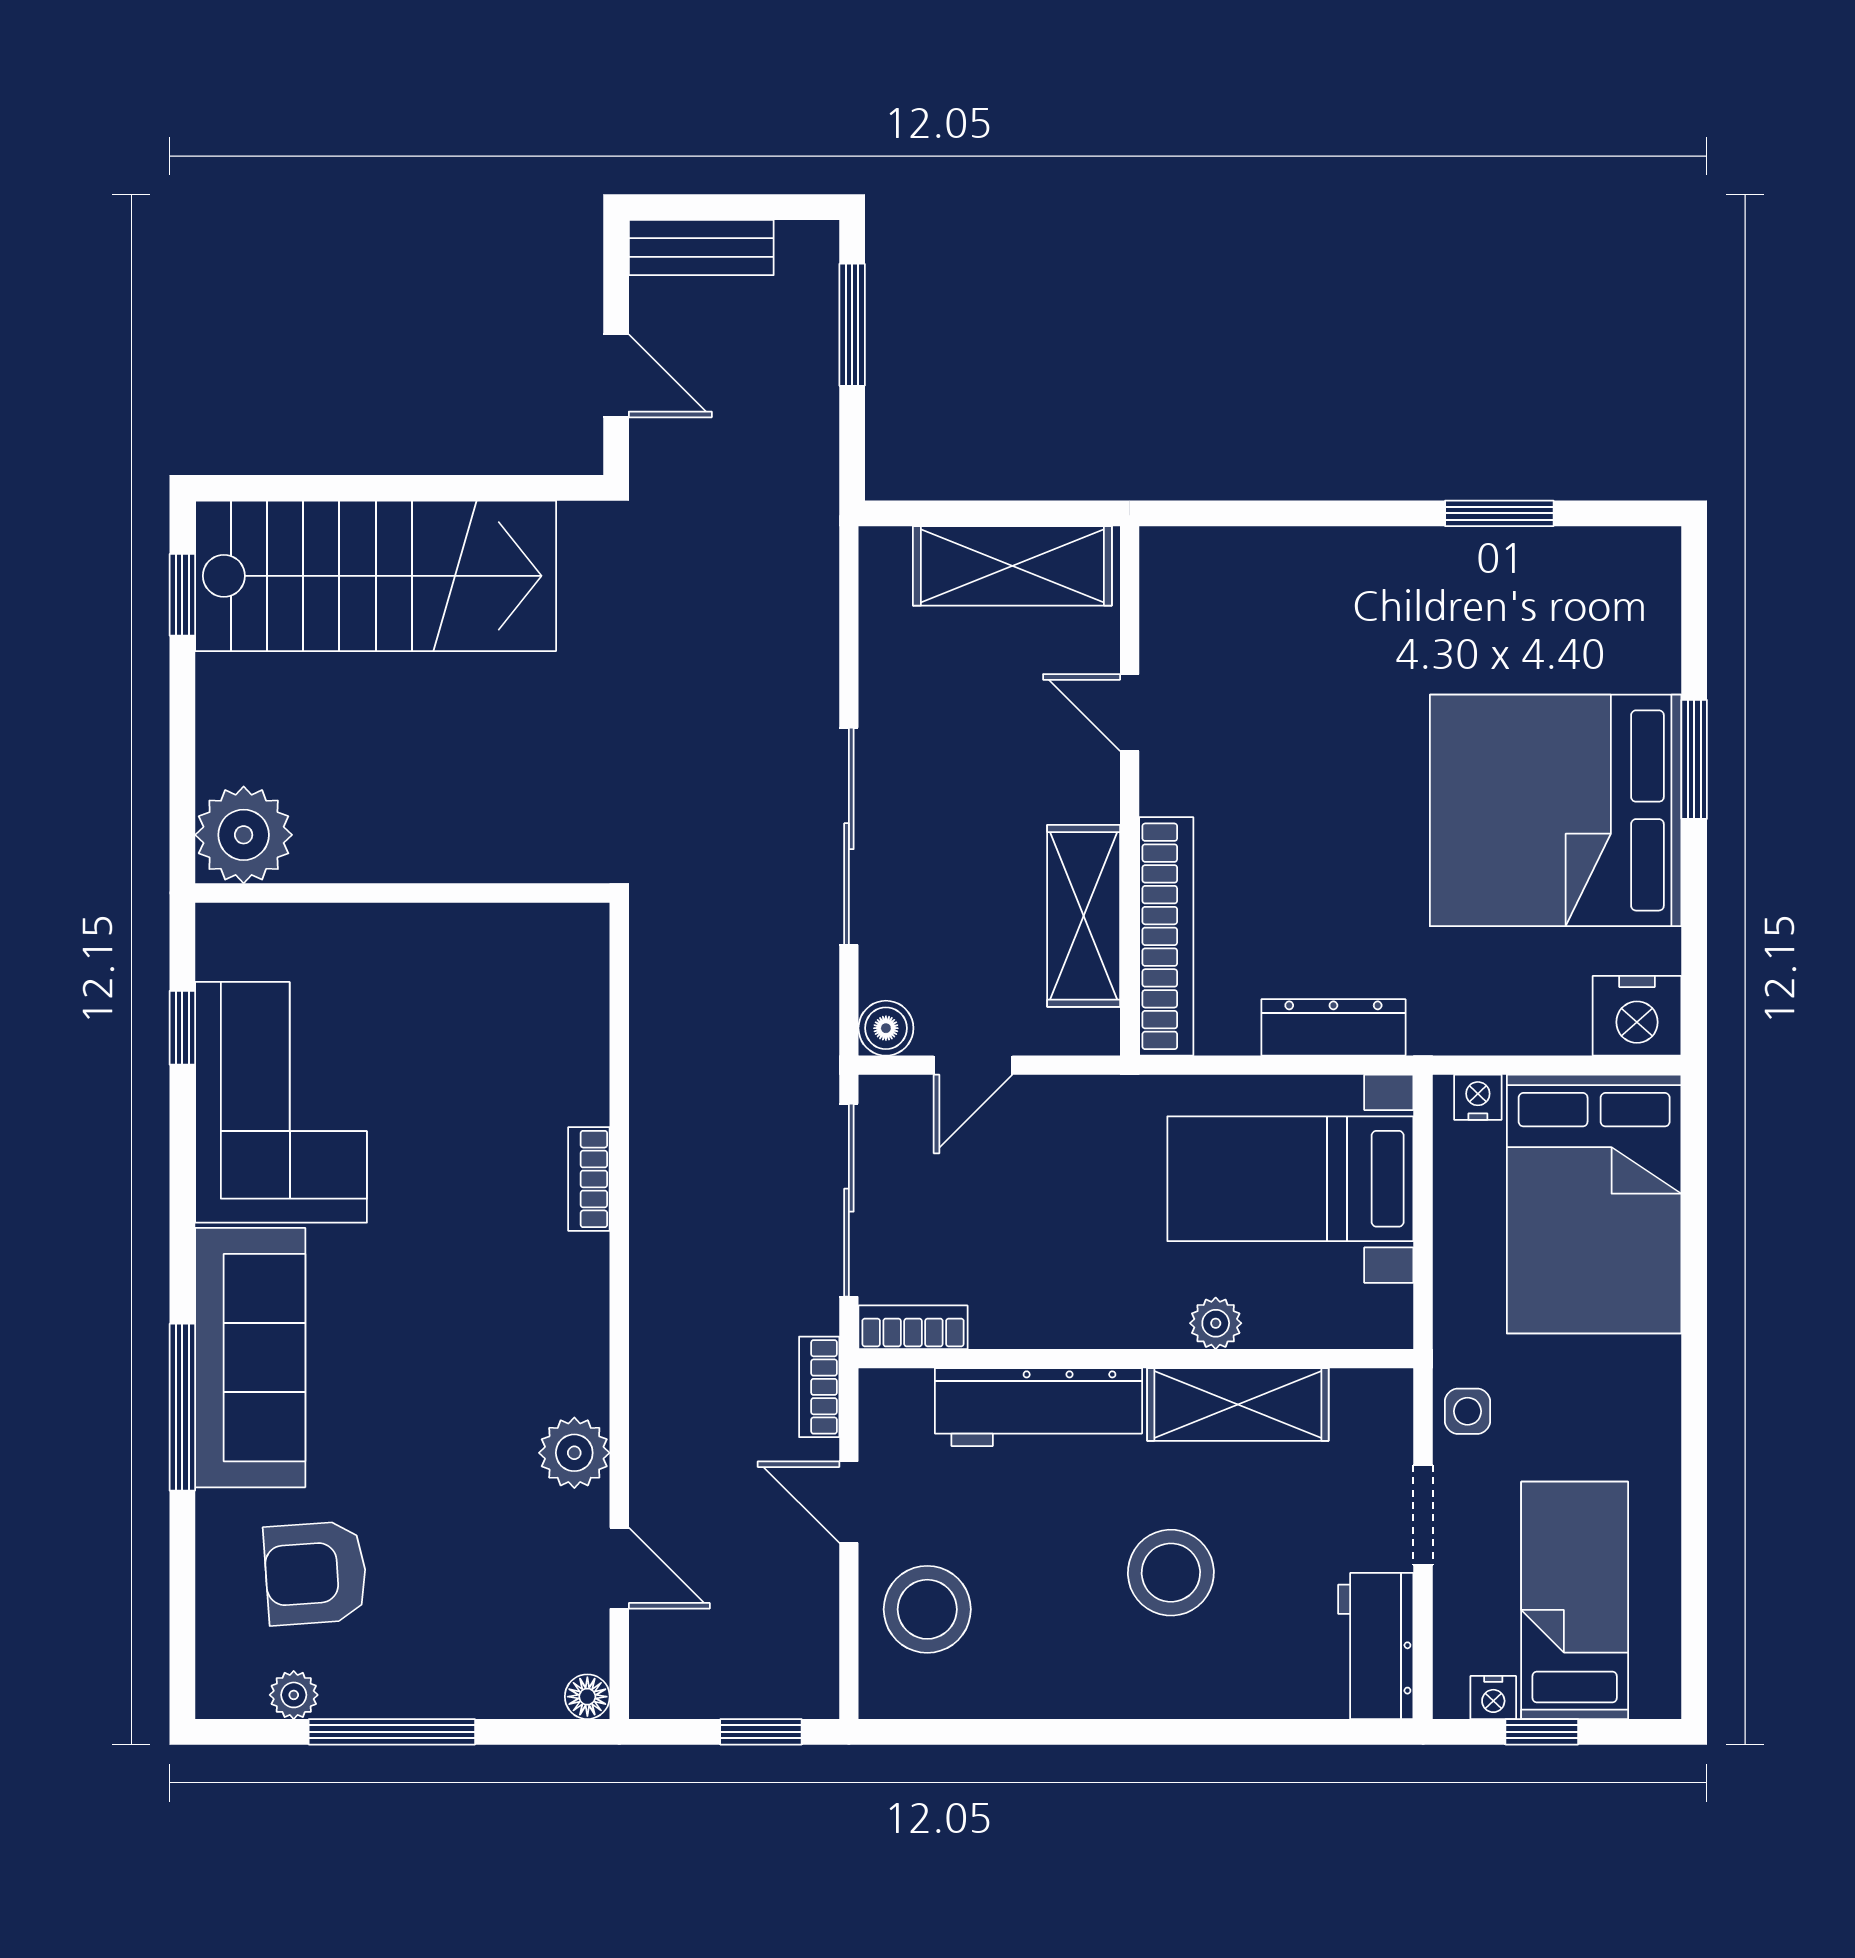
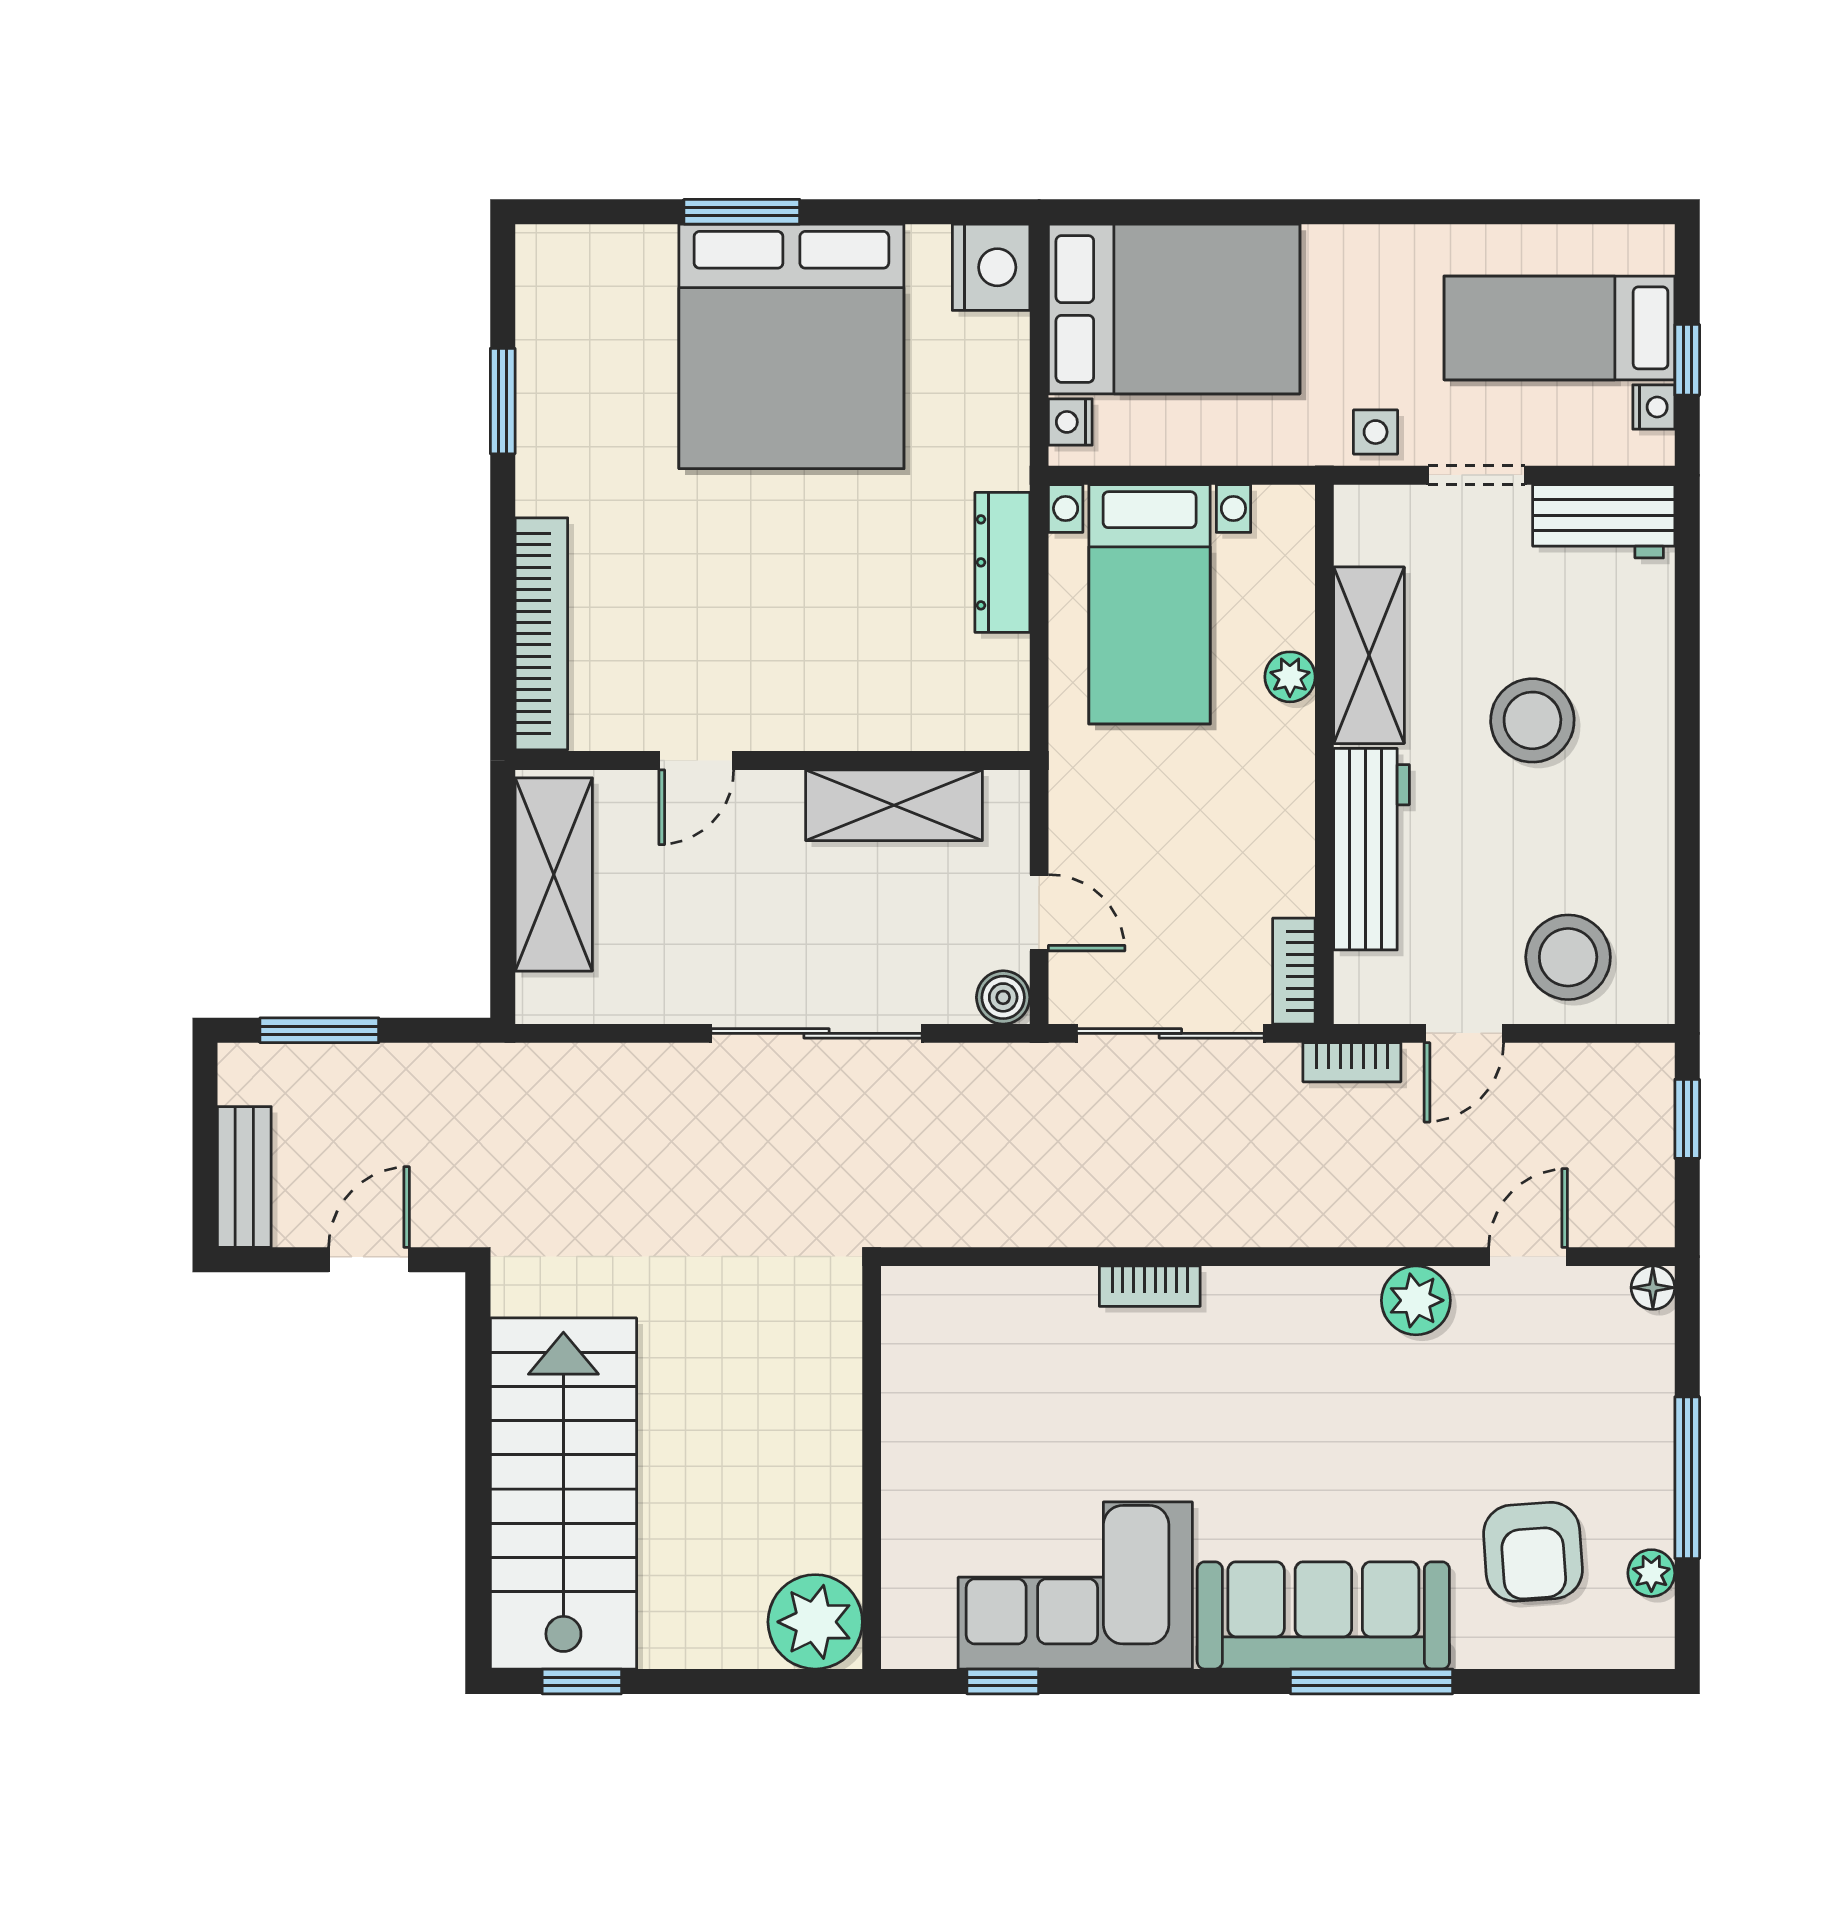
bookcase: (1166, 936) -> (541, 634), moved, turned 90

